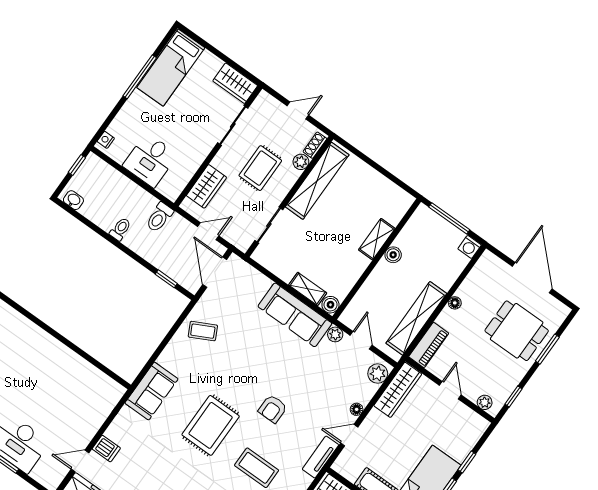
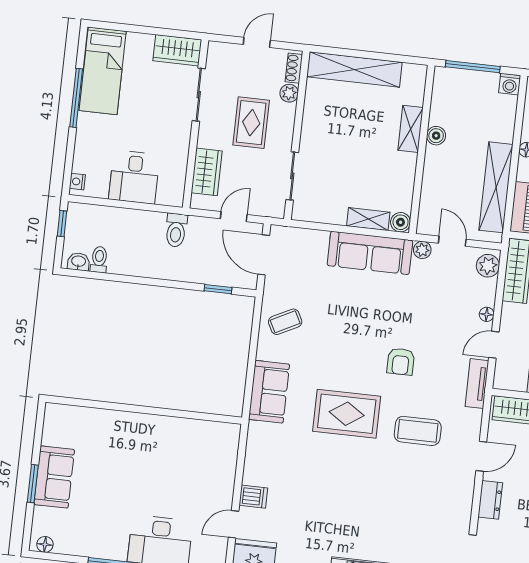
shelving: (317, 181) -> (354, 69), moved, turned 90
toilet: (120, 229) -> (99, 260), moved
sofa: (151, 391) -> (269, 392), moved
rug: (211, 425) -> (347, 414), turned 90

